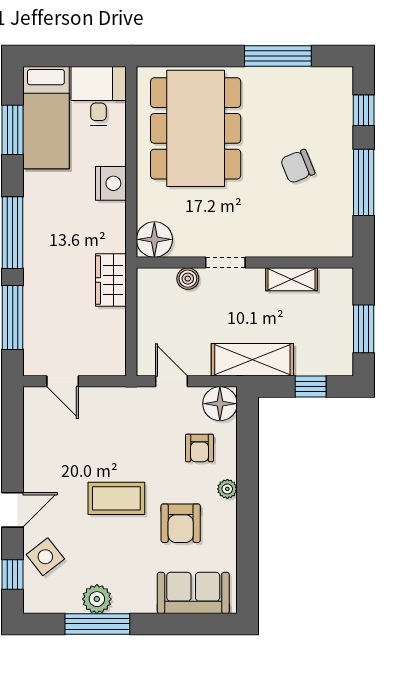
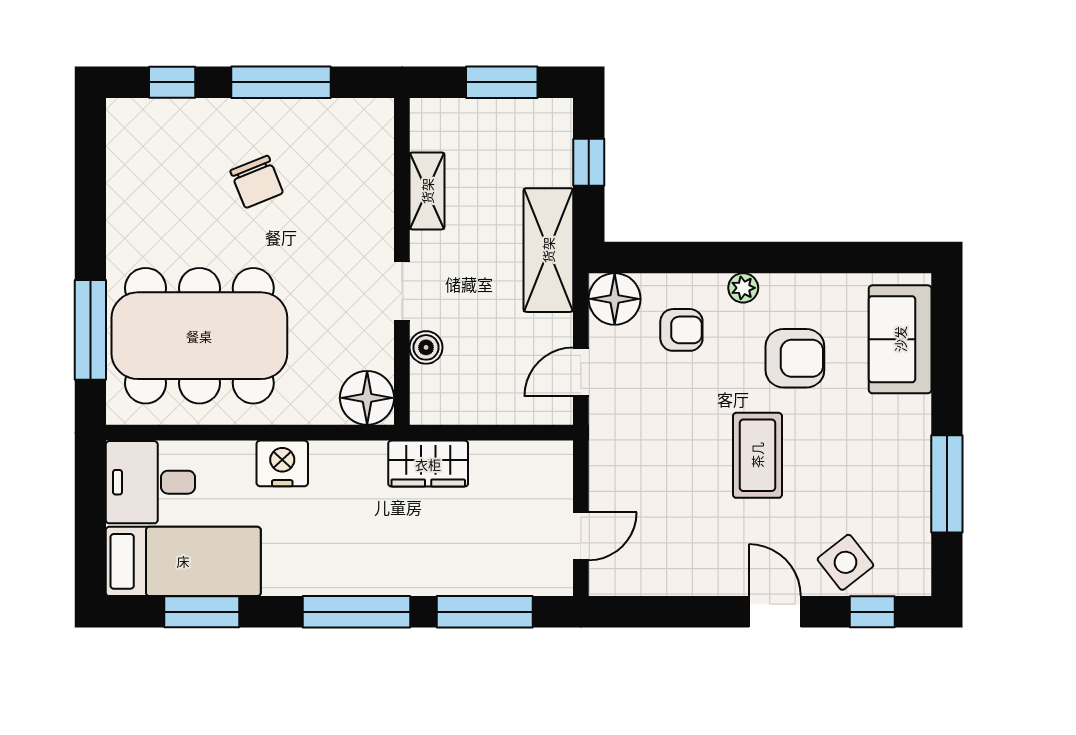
window: (278, 56) -> (90, 330), moved
plant: (97, 599) -> (909, 485), removed

